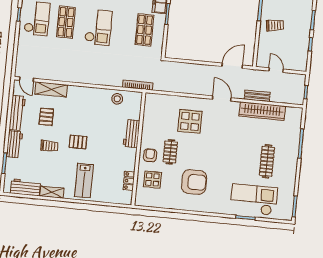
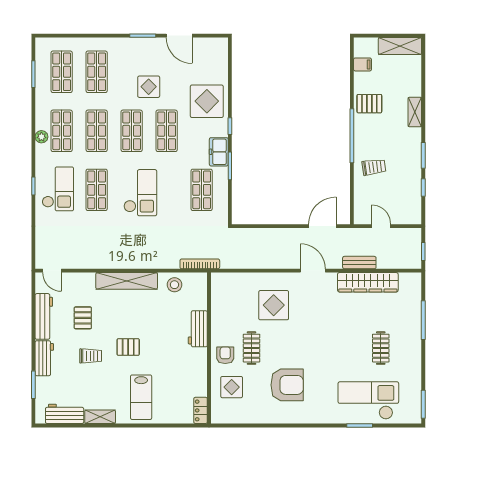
shelving: (51, 89) -> (127, 281), moved, width x1.47
clothes rail: (267, 161) -> (381, 348), width x0.73
locker: (129, 181) -> (201, 410), moved

